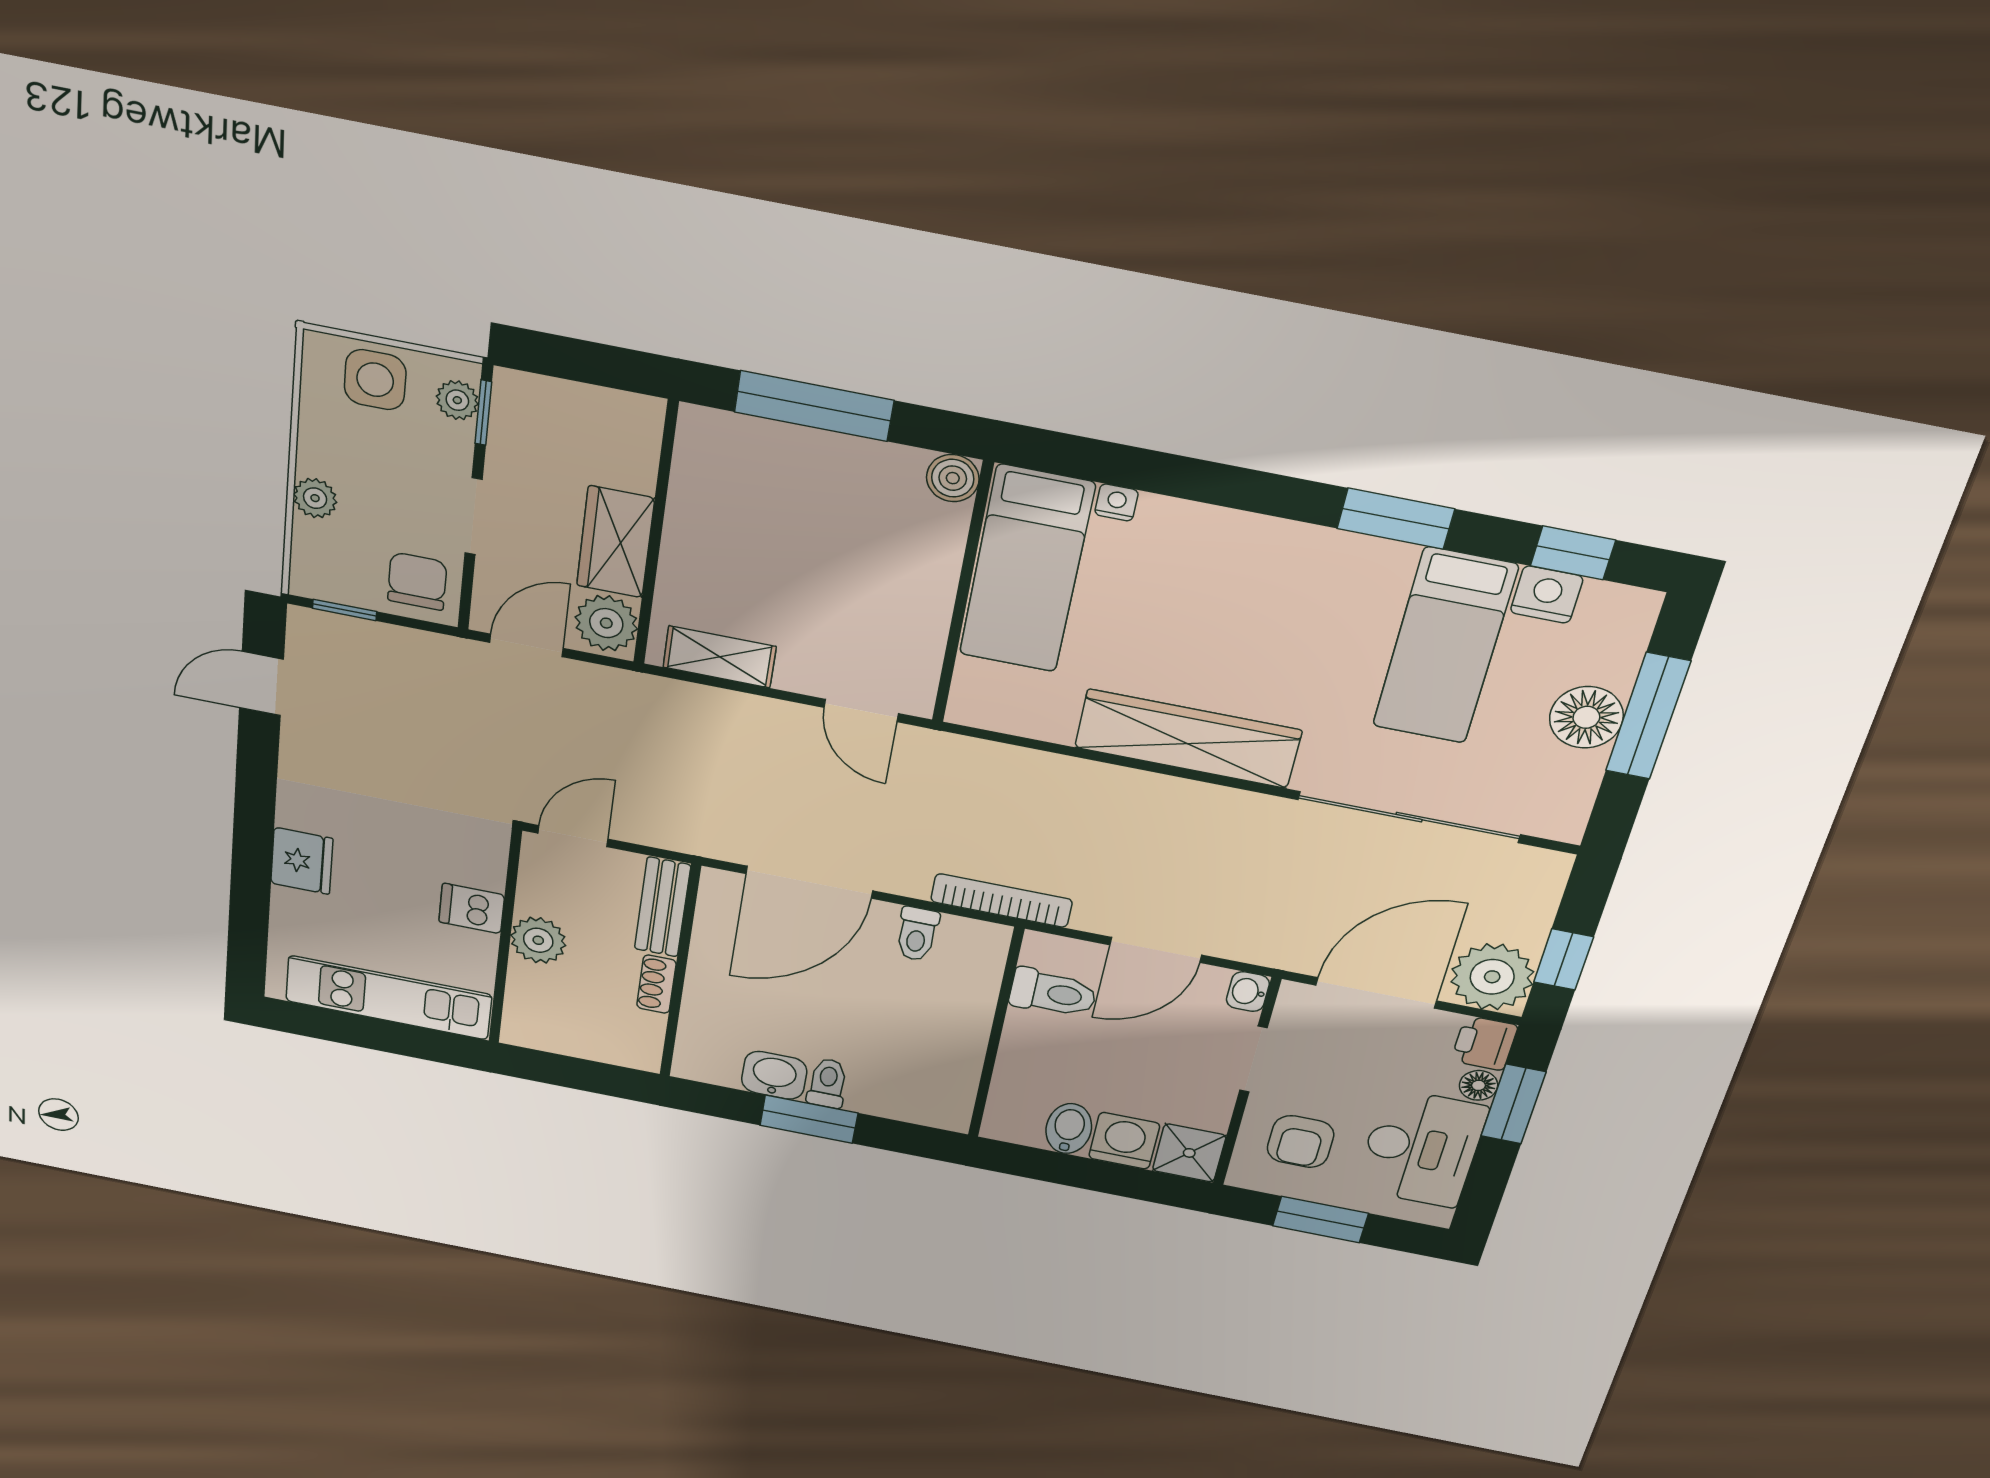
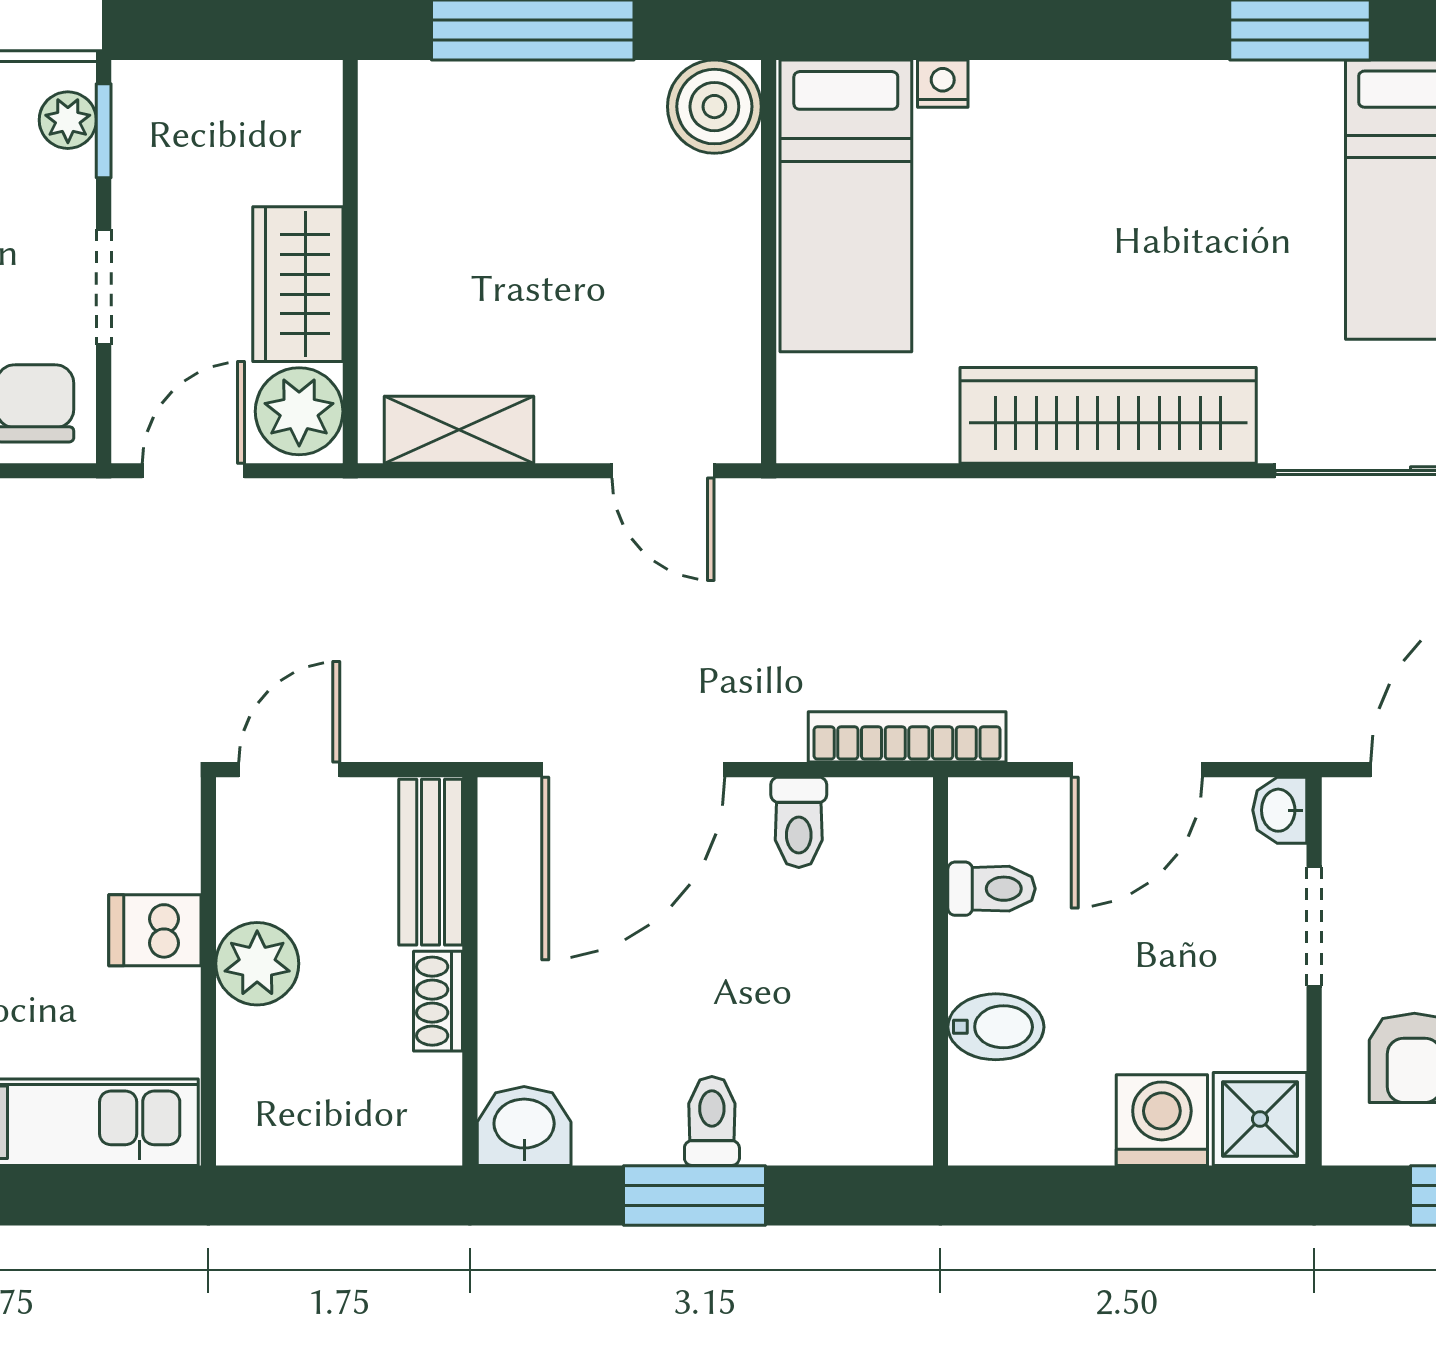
boiler: (953, 478) -> (714, 107), width x1.36, depth x1.36
toilet: (1053, 993) -> (992, 889), width x0.73, depth x0.72
washbasin: (774, 1075) -> (524, 1126), moved
bidet: (1069, 1129) -> (996, 1027), moved, turned 90

